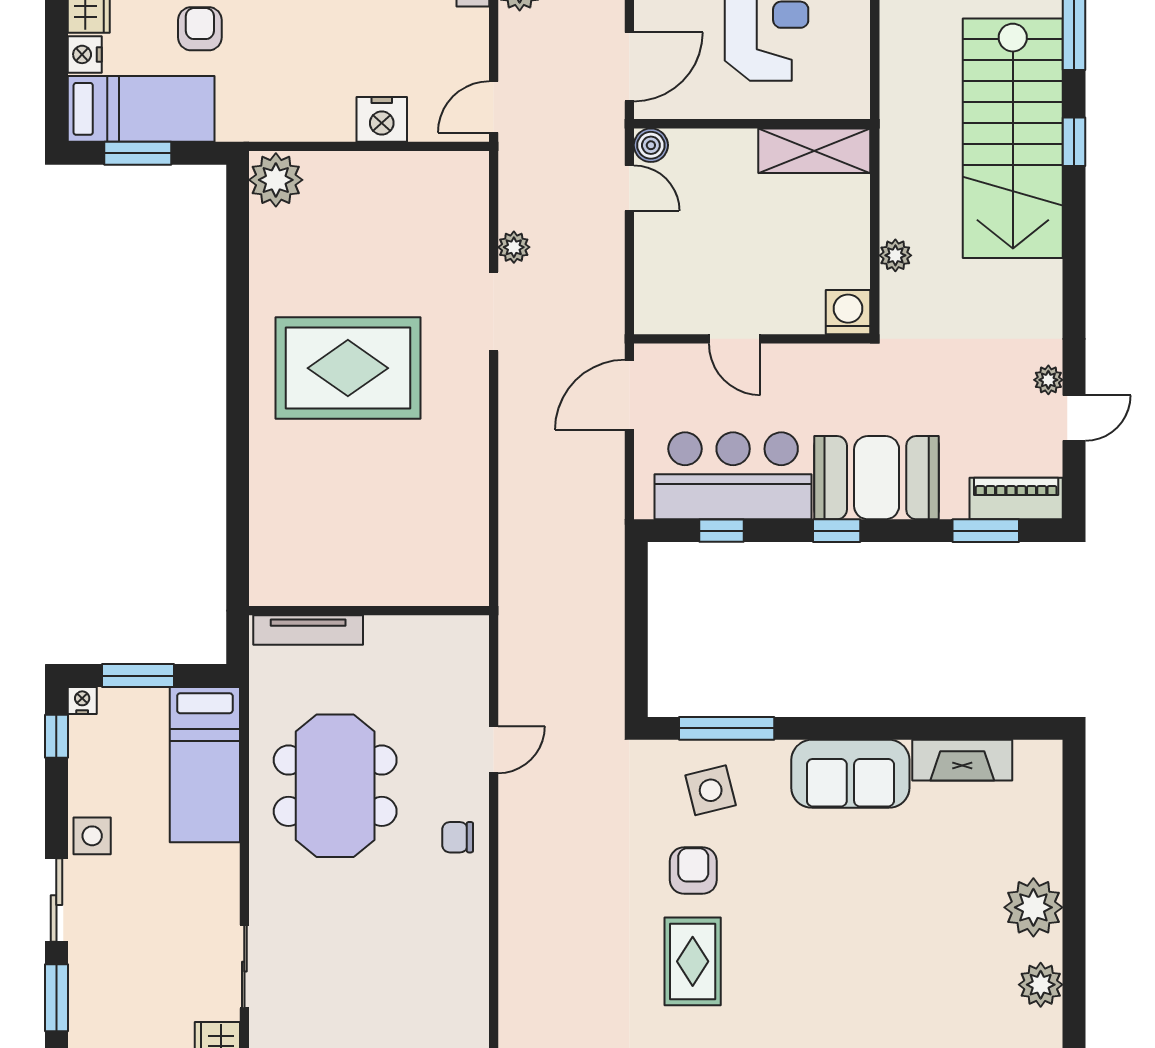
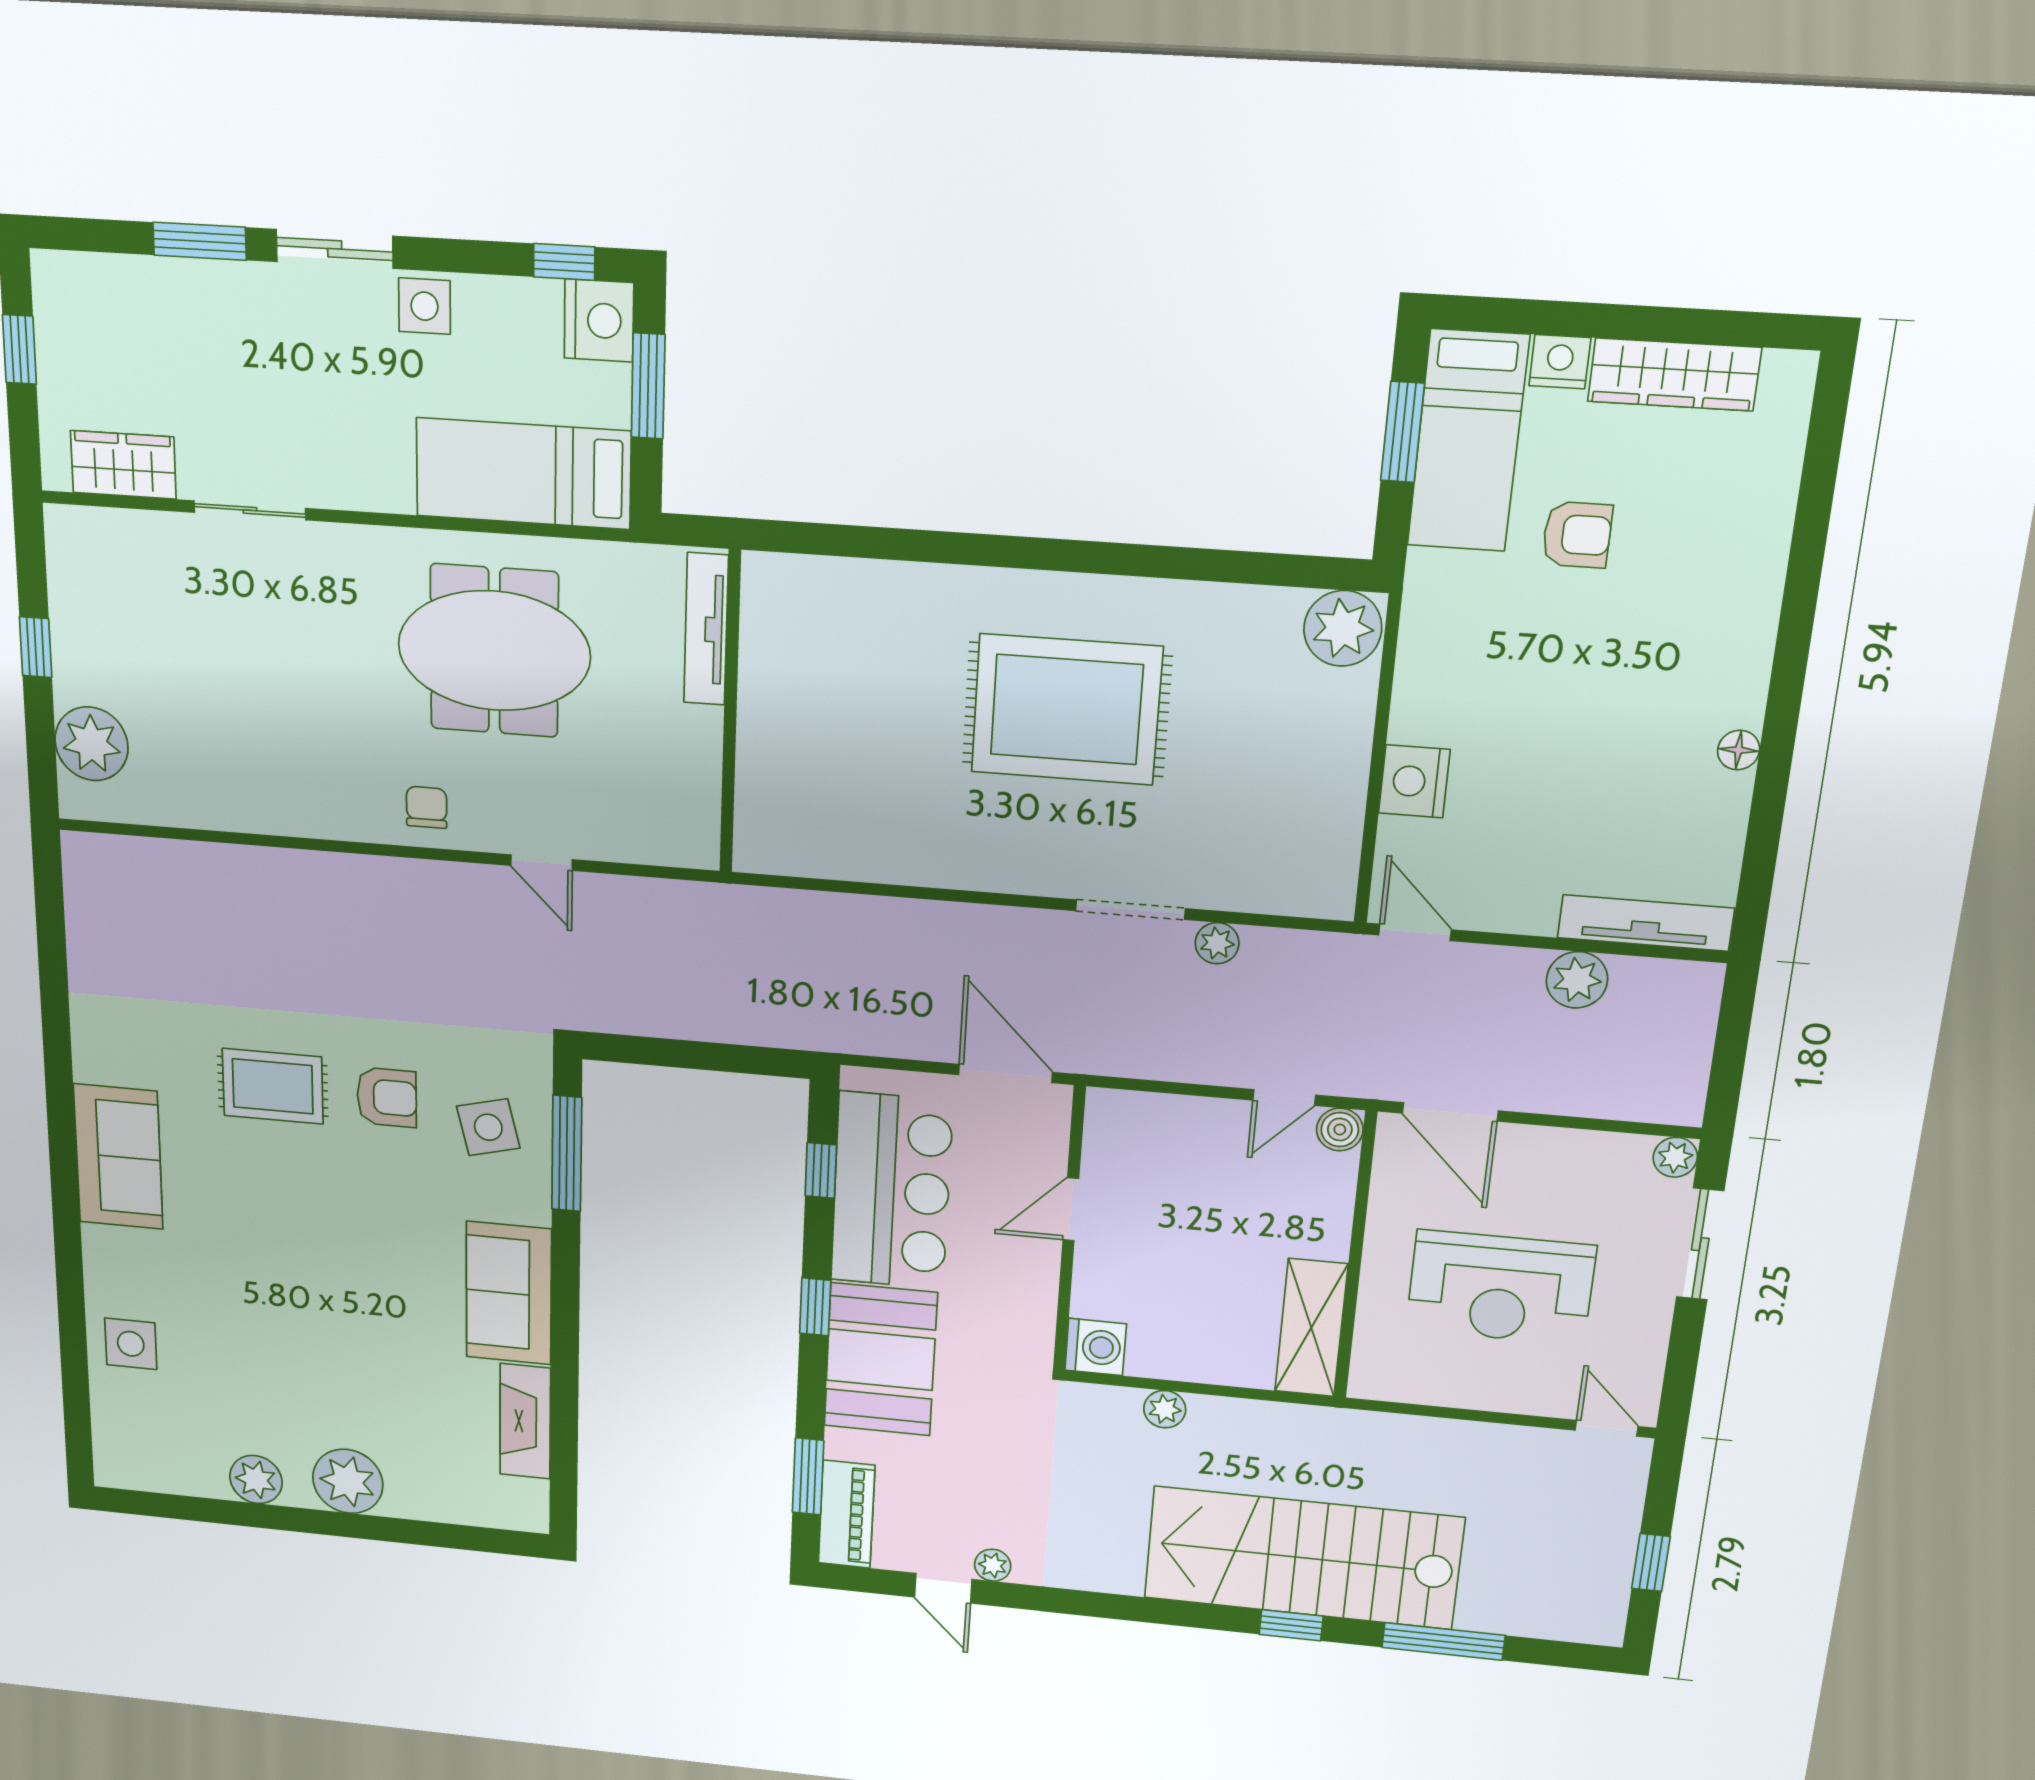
rug: (348, 368) -> (1067, 710), turned 90
nightstand: (82, 700) -> (599, 320), width x1.89, depth x1.79

